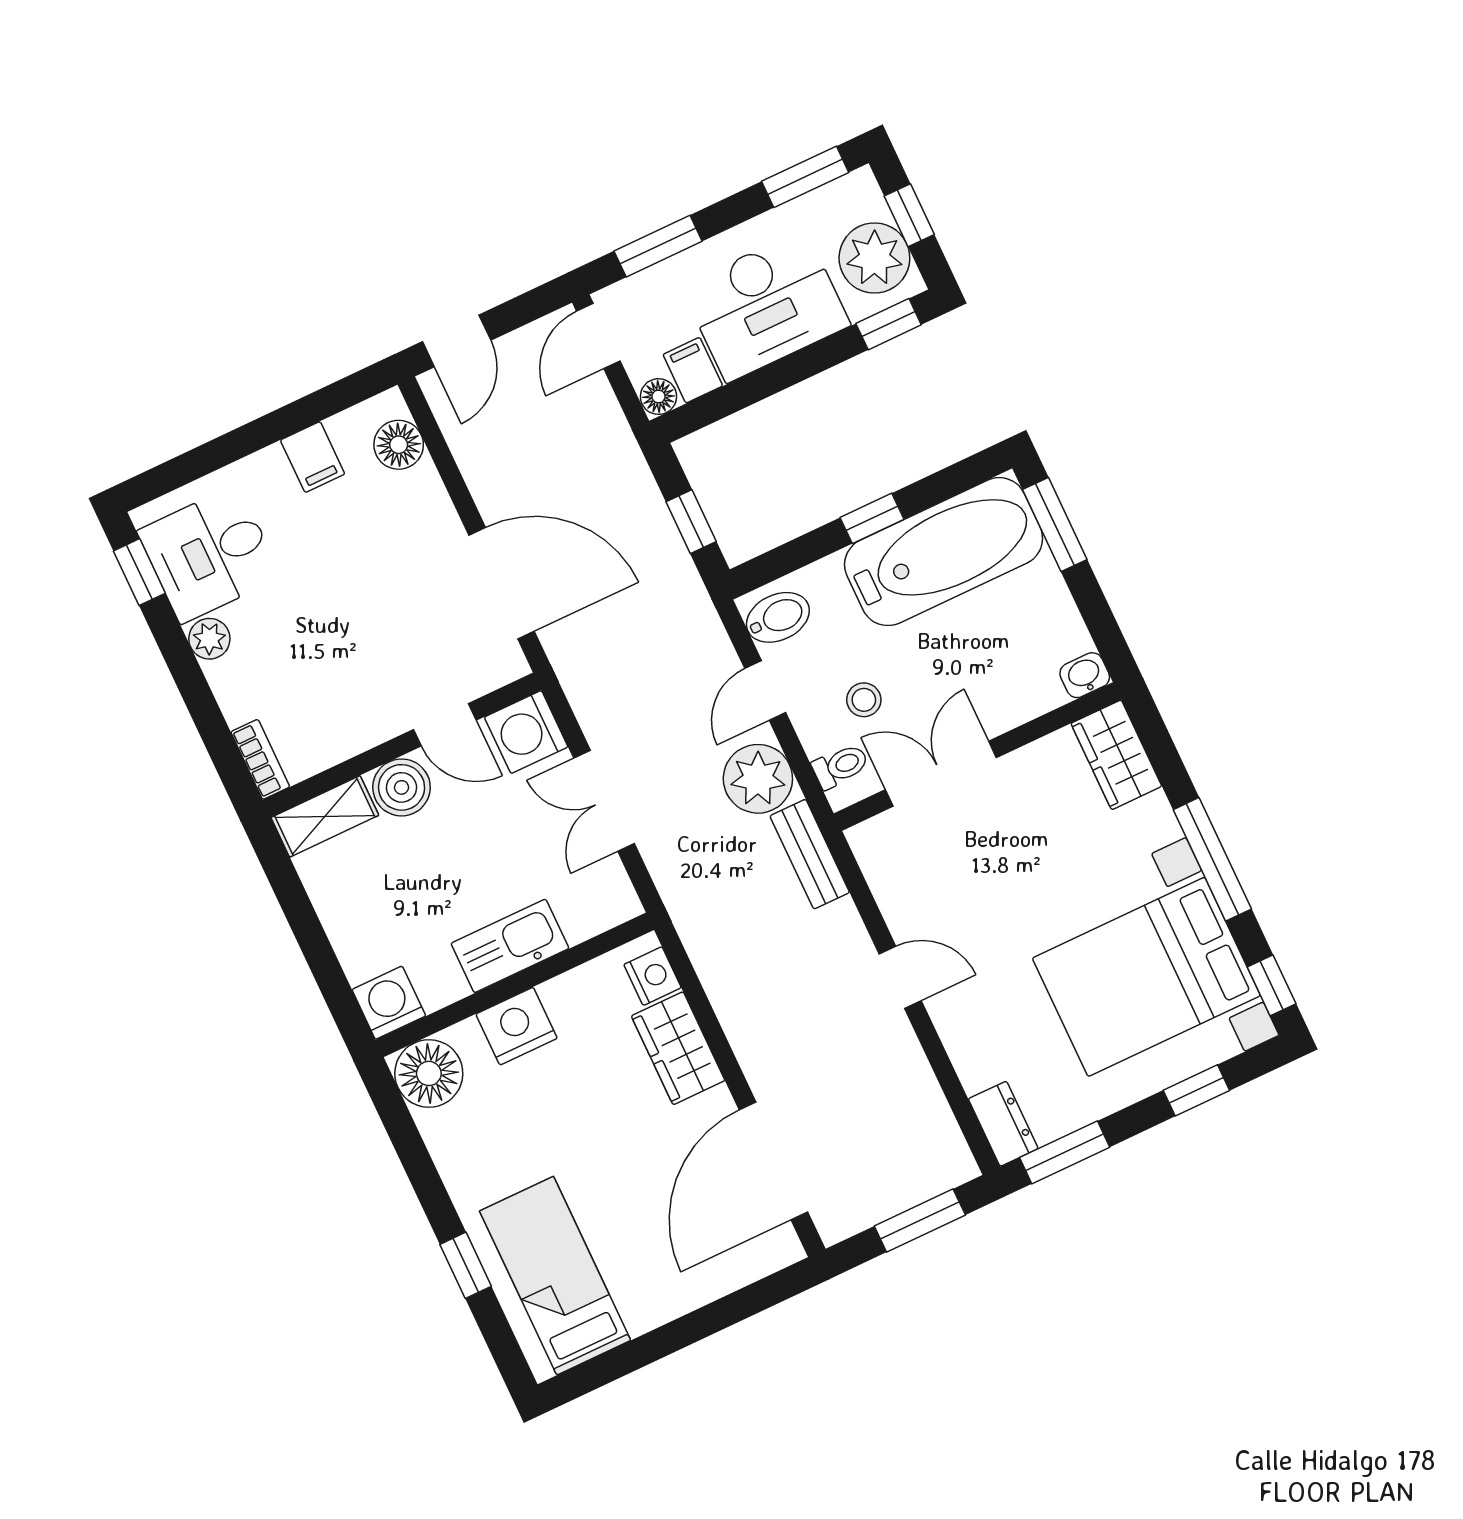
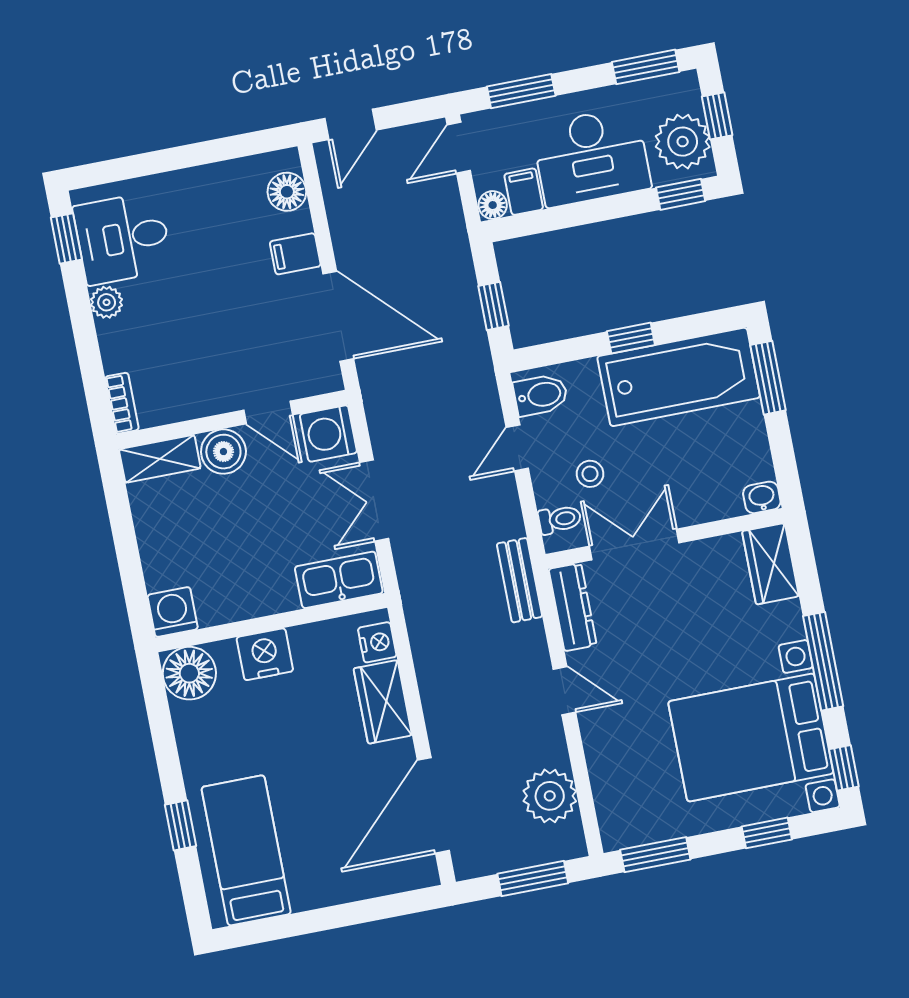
filing cabinet: (313, 457) -> (295, 254), moved, turned 90
plant: (758, 779) -> (550, 796), moved
kitchen sink: (510, 946) -> (339, 580), moved
dresser: (1003, 1124) -> (573, 607), moved, width x1.44

